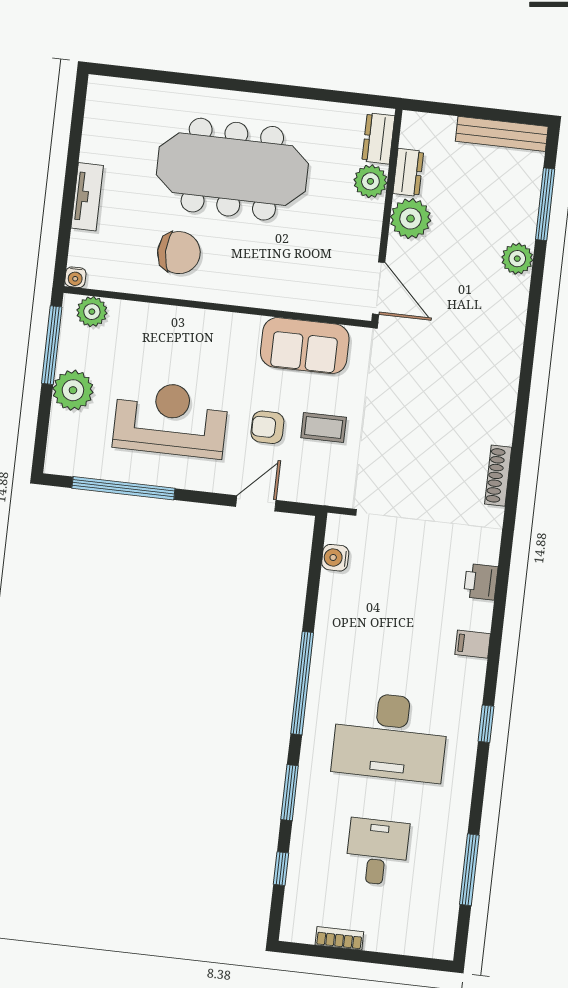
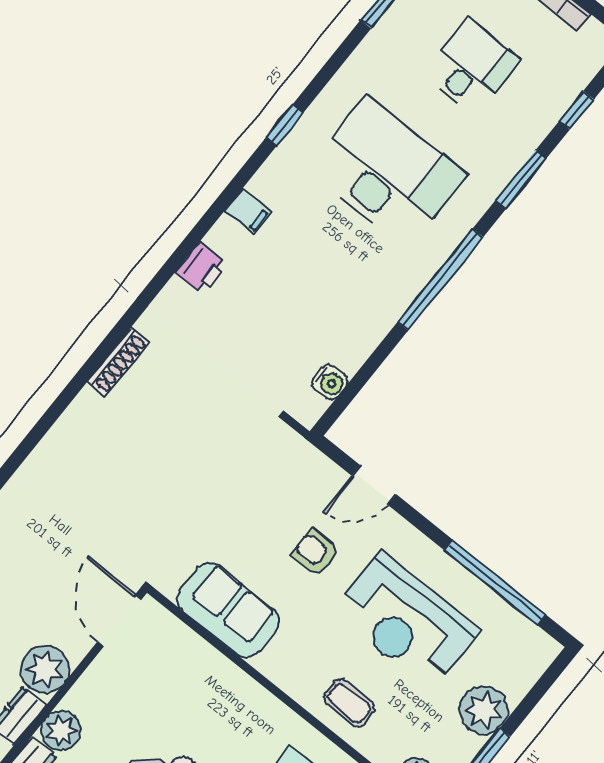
armchair: (267, 427) -> (315, 553), turned 180
coffee table: (324, 427) -> (349, 703), moved
desk: (377, 852) -> (472, 67), turned 180

